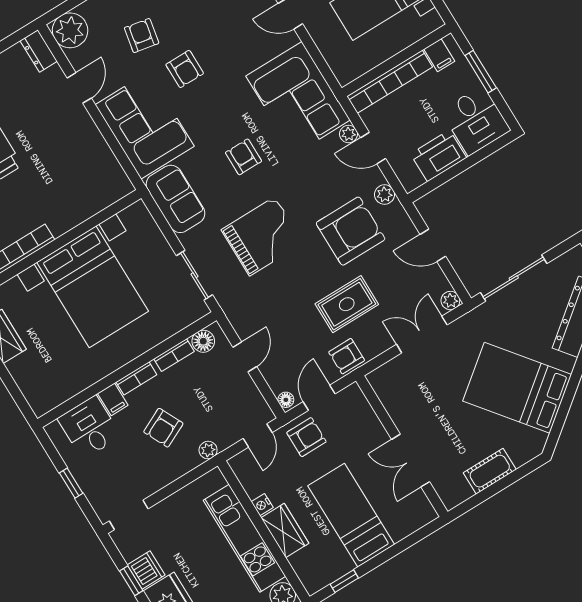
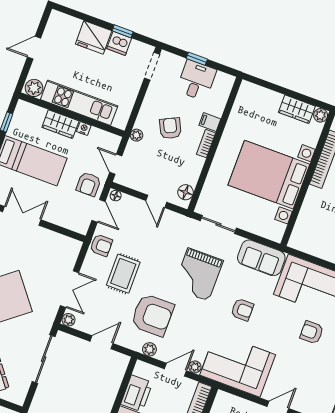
armchair: (351, 231) -> (152, 315), turned -90
bookcase: (174, 355) -> (195, 172), removed
armchair: (347, 356) -> (101, 245), turned 90
desk: (89, 427) -> (196, 80), moved, turned -90

